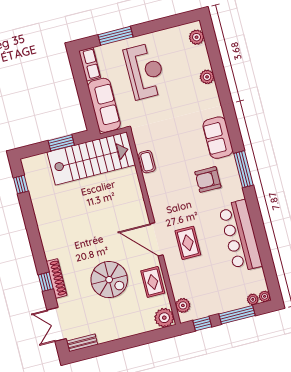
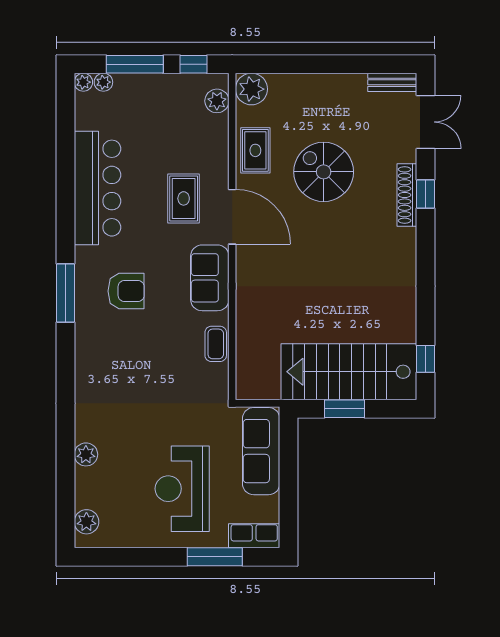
row of seats: (90, 64) -> (254, 536), moved, turned 90
sofa: (218, 138) -> (210, 278), moved, turned 180
stairs: (91, 158) -> (349, 372), moved

